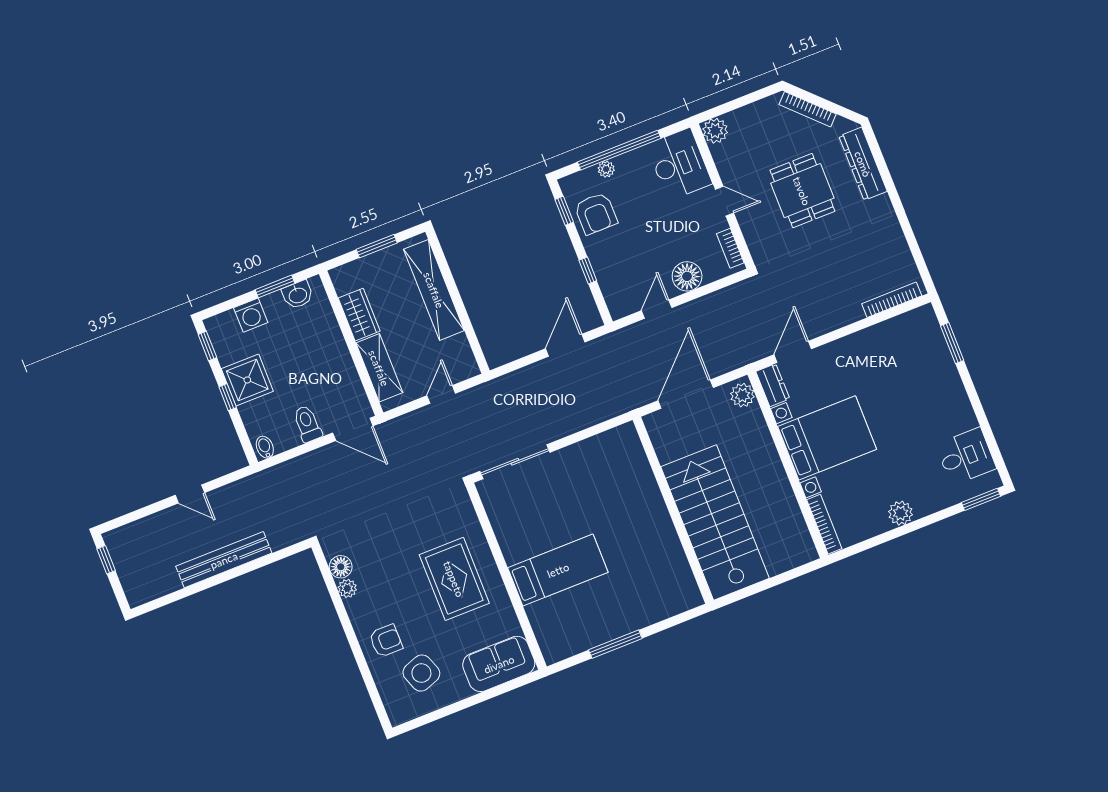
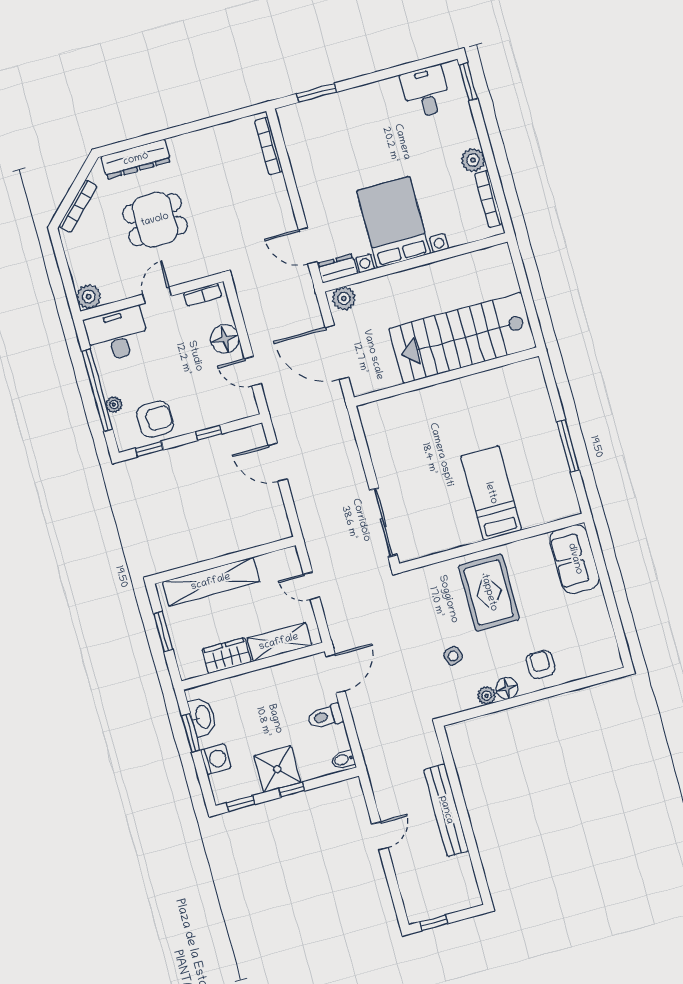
washbasin: (298, 295) -> (203, 717), width x1.38
bookcase: (824, 524) -> (488, 199), moved, turned -90
floor lamp: (341, 567) -> (507, 688), moved
rug: (454, 579) -> (489, 593), turned 90
side table: (421, 673) -> (453, 656), moved, width x0.54, depth x0.54

